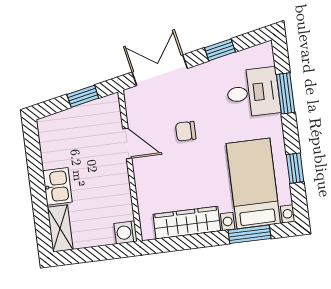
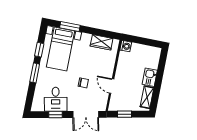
desk: (253, 92) -> (56, 99), moved, turned -102
window: (286, 93) -> (35, 73), moved
wardrobe: (187, 223) -> (102, 42), width x0.67
shelving: (60, 228) -> (147, 97), moved

